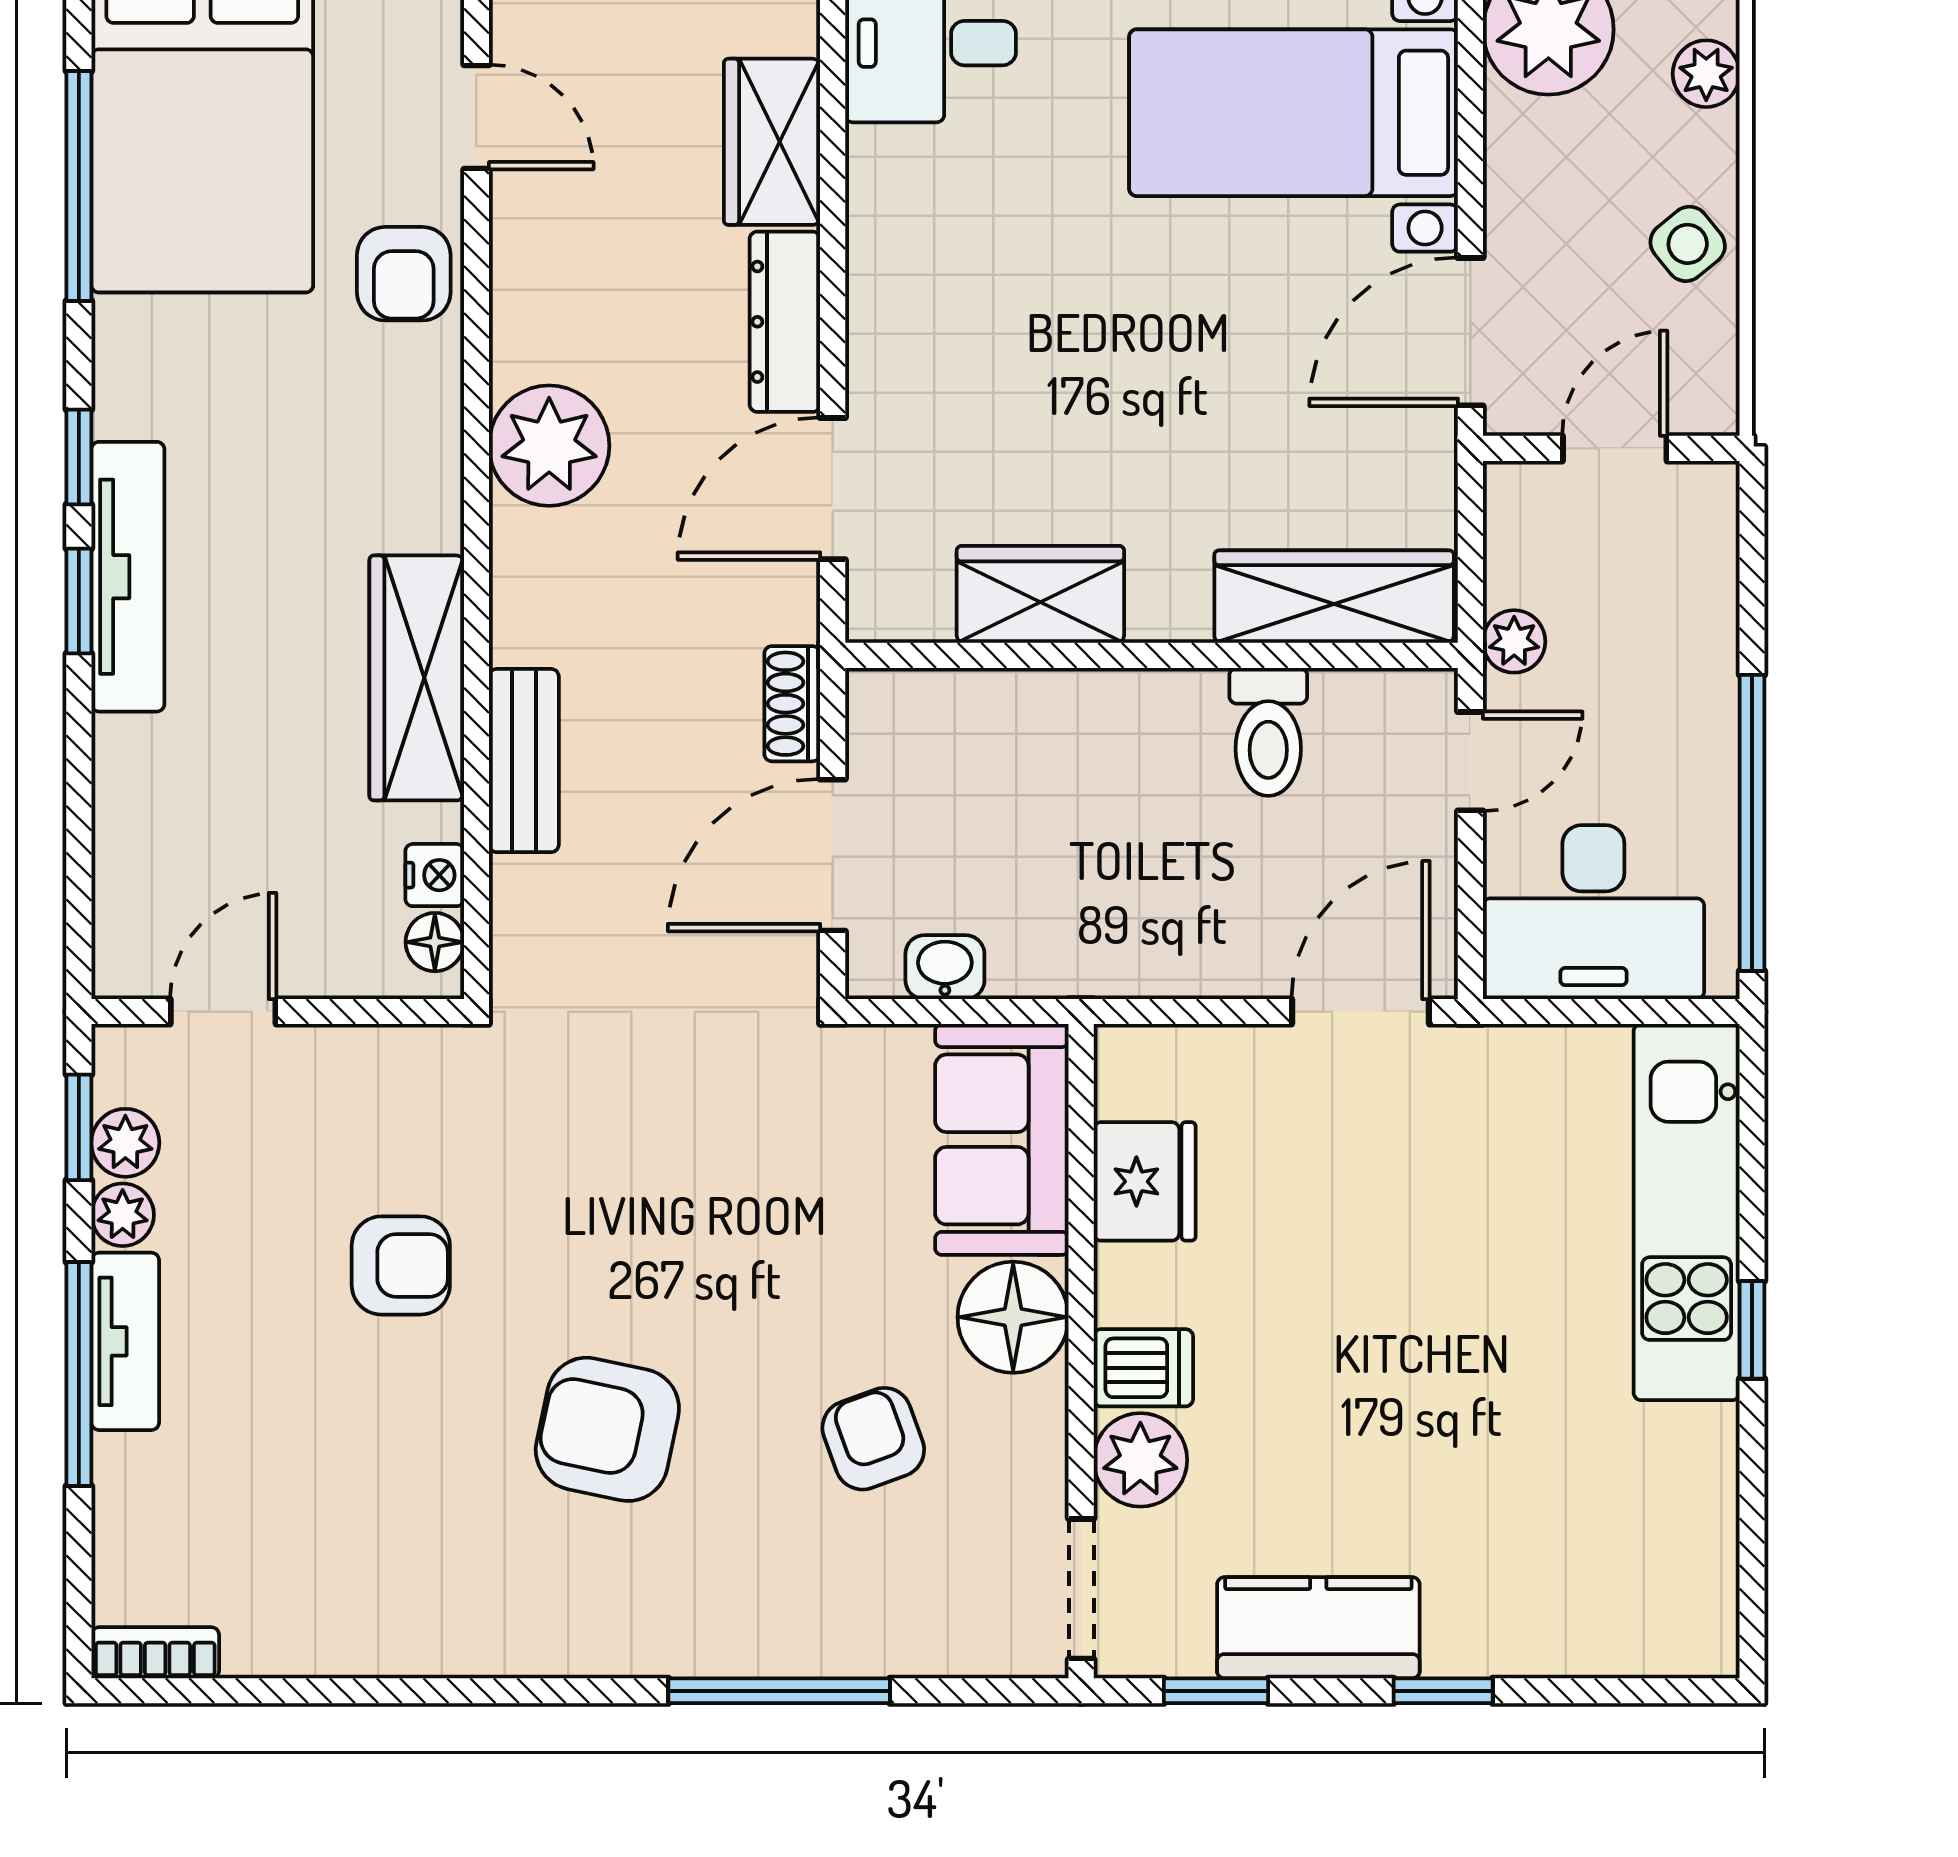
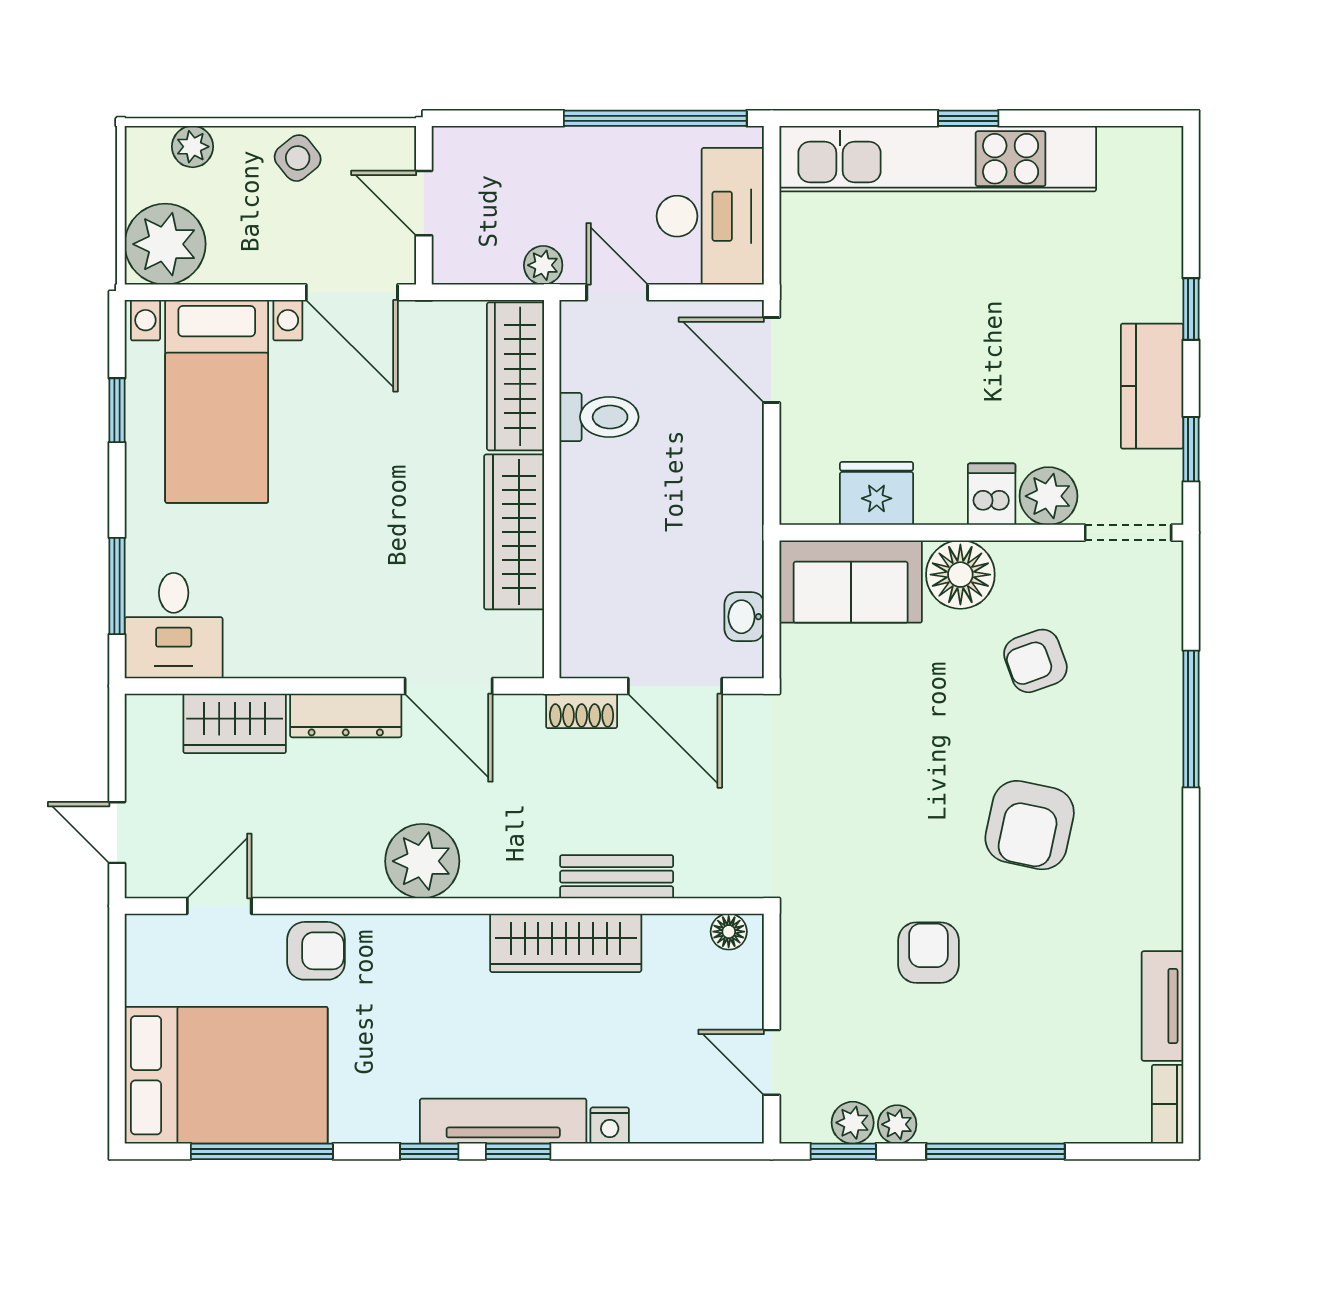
wardrobe: (1040, 594) -> (514, 532), width x1.50
nightstand: (435, 875) -> (610, 1126), moved, turned 180
kitchen unit: (1687, 1212) -> (938, 159), width x1.36
tv unit: (125, 1341) -> (1162, 1006), moved, turned -90

